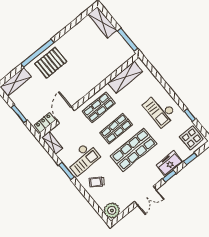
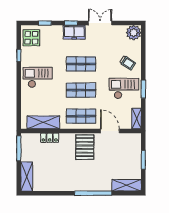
pallet: (51, 63) -> (85, 147), moved, turned 90
checkout: (160, 110) -> (38, 77), turned -90
door: (65, 115) -> (110, 131), swing flipped
locker: (45, 123) -> (50, 138), moved
shop shelf: (134, 150) -> (81, 64), width x0.70, depth x0.74
freezer: (169, 164) -> (74, 32), moved

